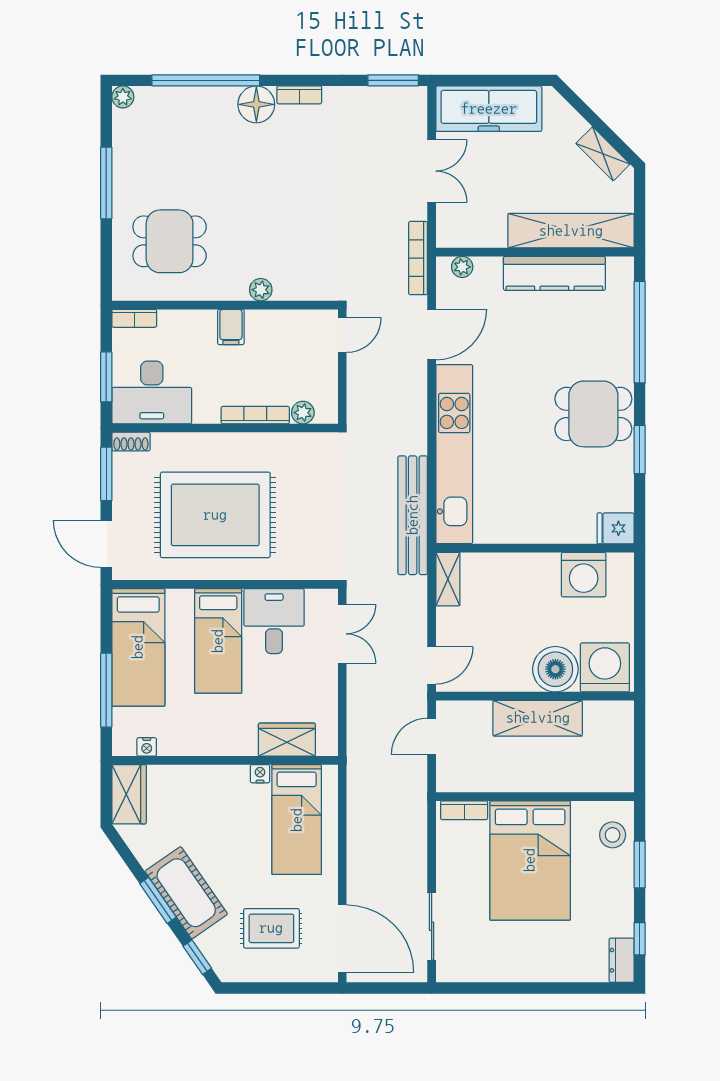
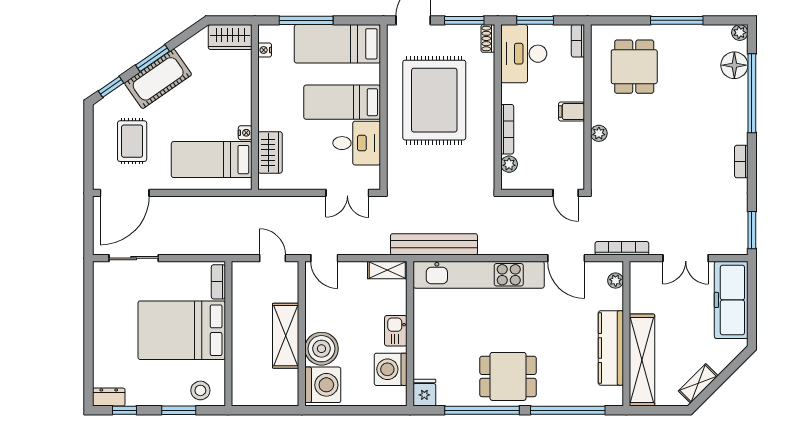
floor lamp: (256, 104) -> (734, 65), moved
dining table: (593, 414) -> (508, 376), turned 90
window: (640, 450) -> (482, 410), width x2.11
kitchen sink: (531, 567) -> (396, 331), added

